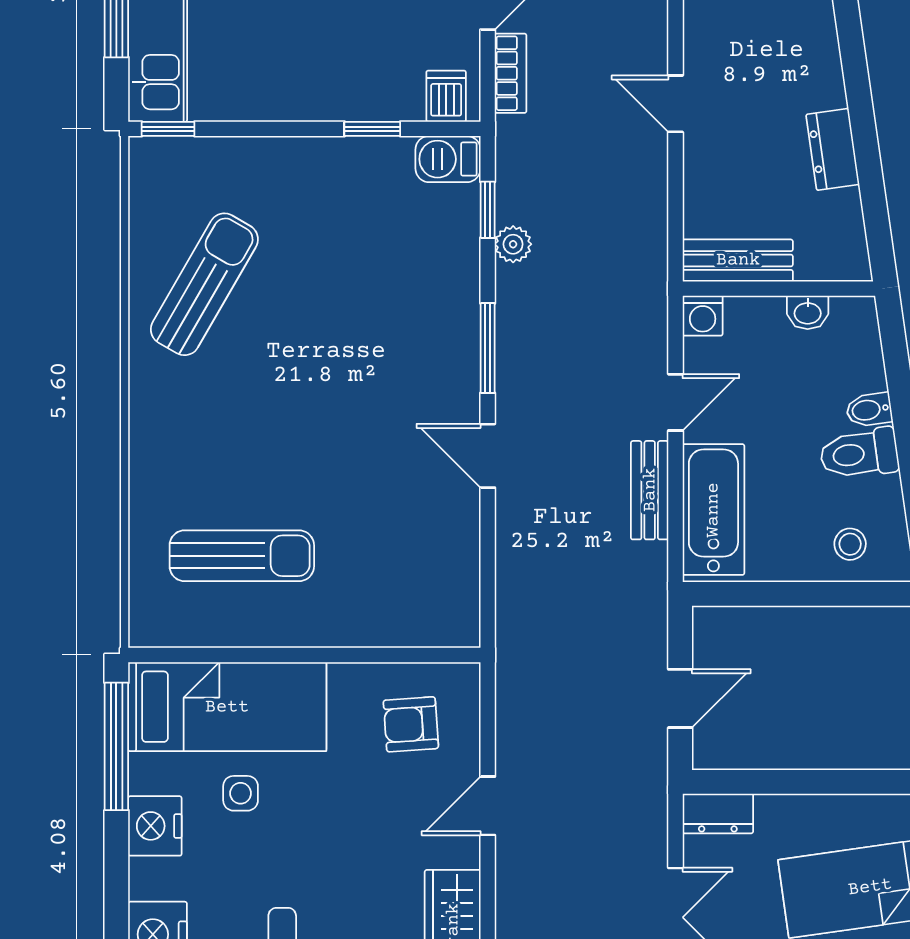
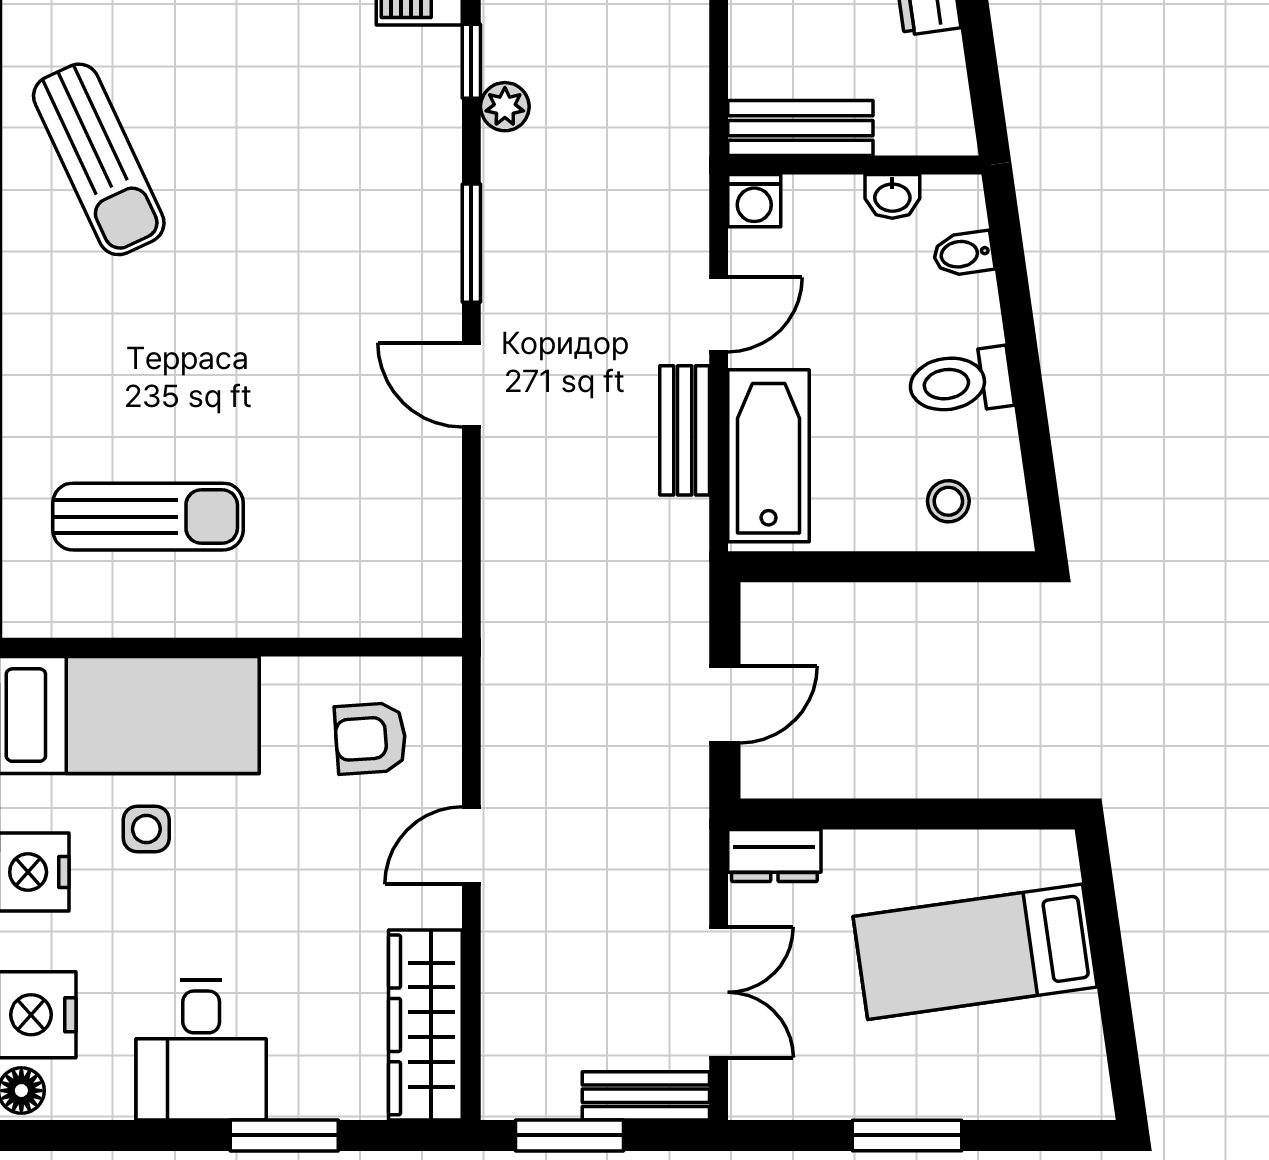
sun lounger: (204, 284) -> (99, 159), turned 125
bidet: (869, 410) -> (963, 254), moved

